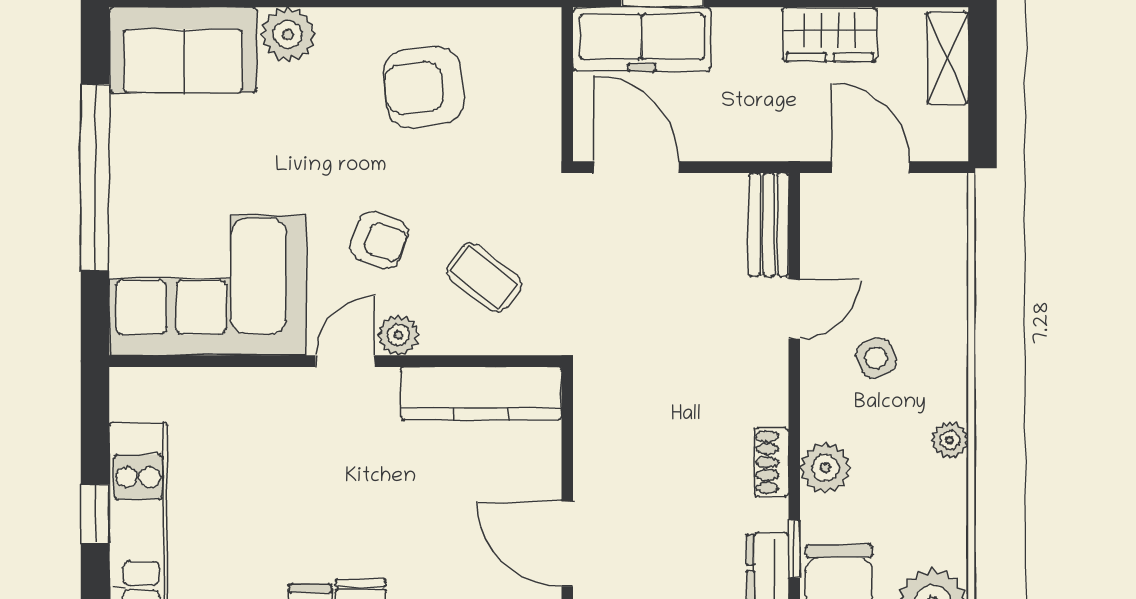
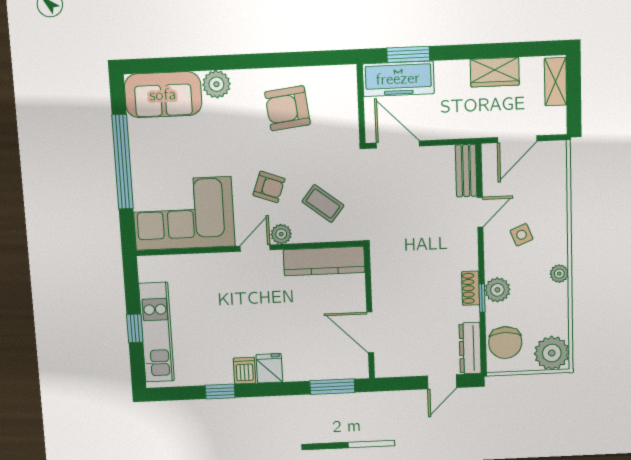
door: (871, 167) -> (517, 139), swing flipped
window: (794, 549) -> (482, 298), moved

